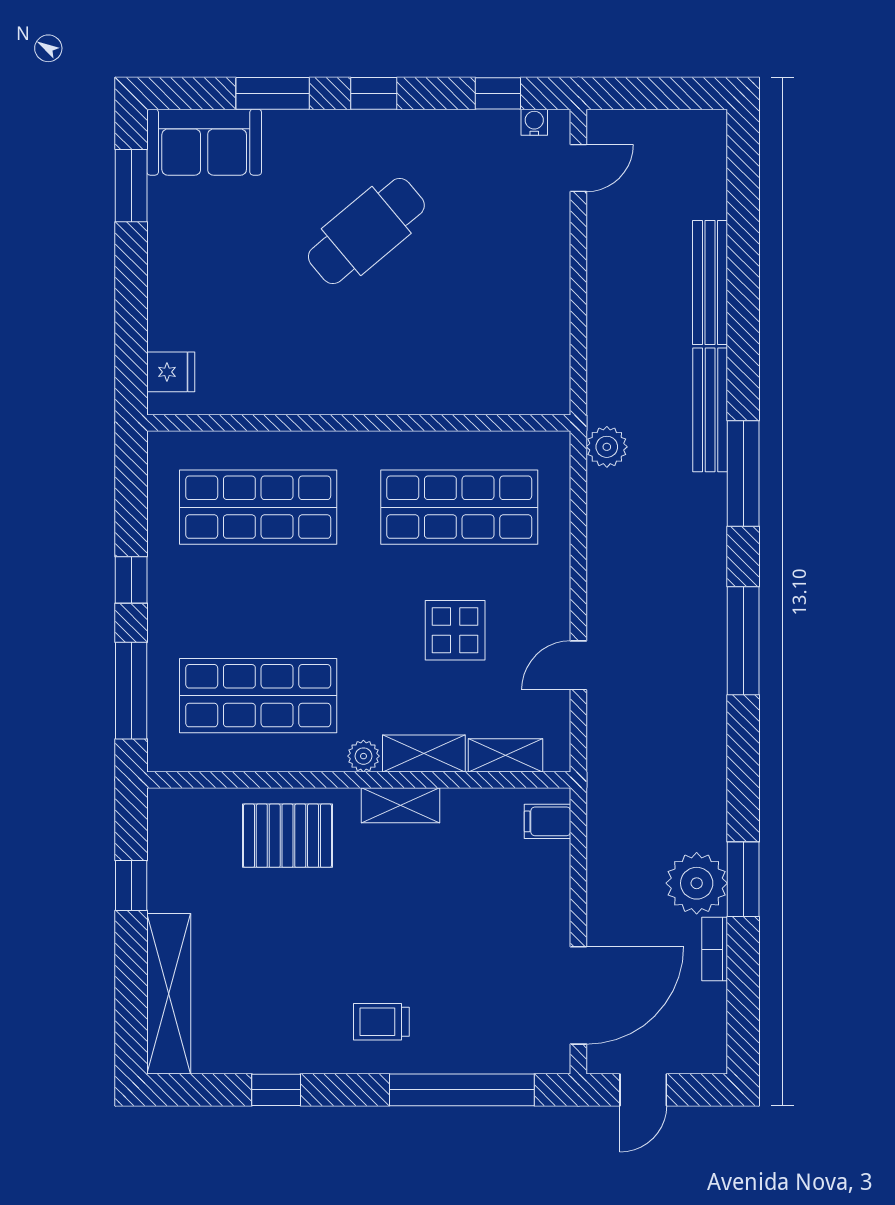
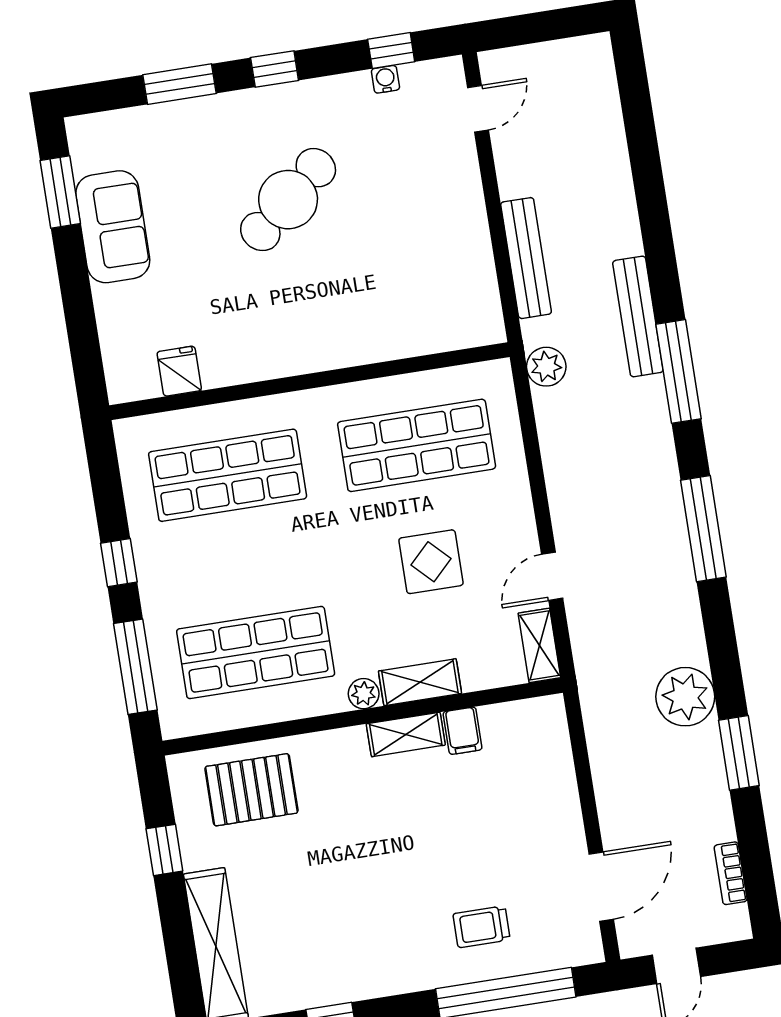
water cooler: (534, 122) -> (385, 79), moved
sofa: (204, 142) -> (113, 227), moved, turned -90
bench: (710, 282) -> (526, 258), moved
fridge: (171, 372) -> (179, 371), moved, turned -90
shelving: (505, 755) -> (539, 645), moved, turned 90
filing cabinet: (548, 821) -> (463, 731), moved, turned -90
pallet: (287, 836) -> (251, 790), moved
plant: (697, 883) -> (685, 697), moved
bookcase: (715, 949) -> (731, 873), moved
door: (578, 995) -> (601, 887), width x0.73
trolley: (381, 1022) -> (482, 927), moved

